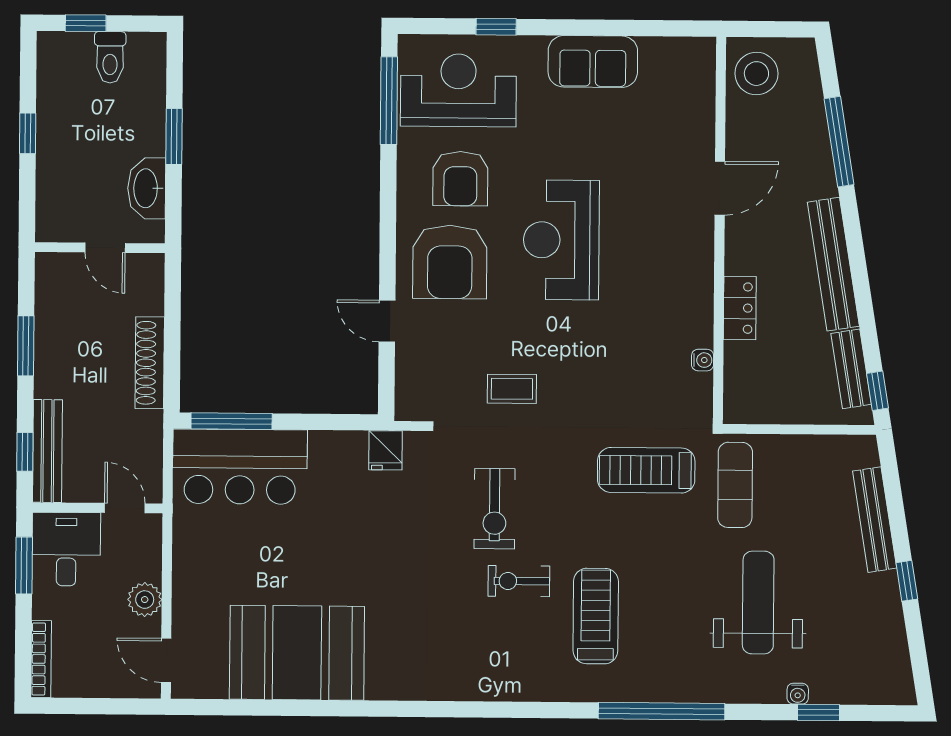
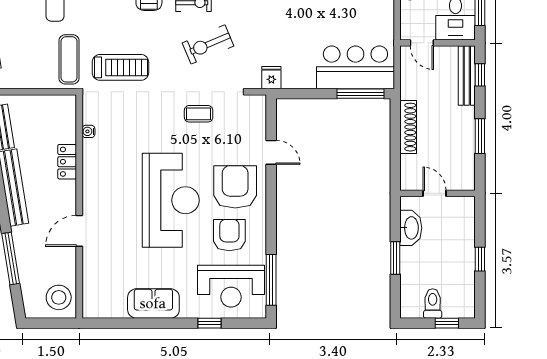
reception desk: (561, 240) -> (171, 200), width x1.36, depth x1.30
exercise bike: (495, 509) -> (208, 44), turned -113

